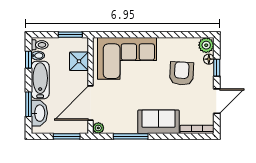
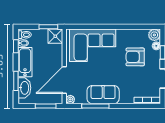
shower: (79, 61) -> (55, 36), moved
armchair: (182, 73) -> (135, 57), turned -93
sofa: (159, 122) -> (103, 95), moved

